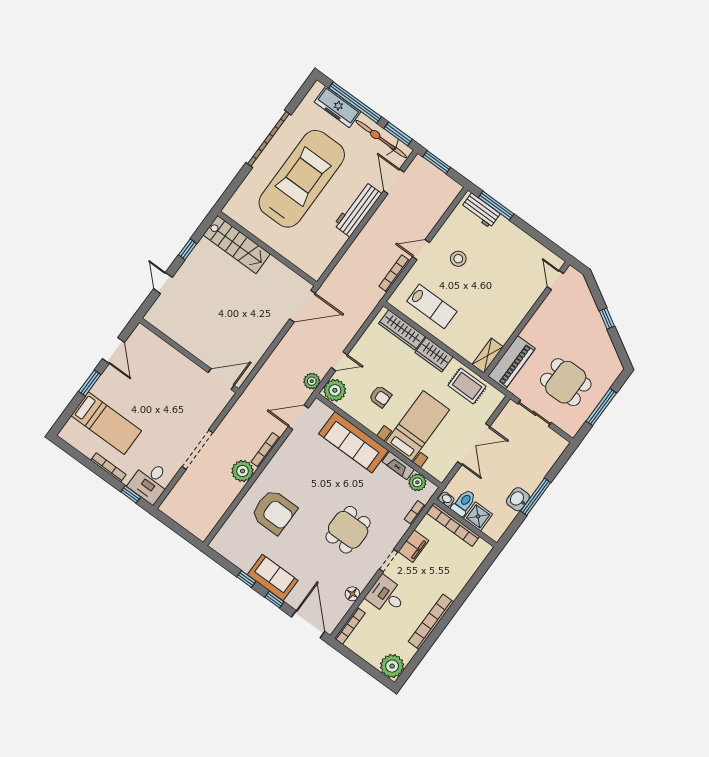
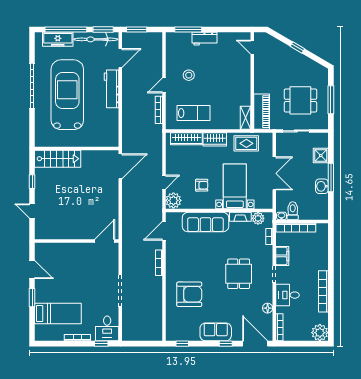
door: (394, 181) -> (120, 58), swing flipped
workbench: (481, 211) -> (205, 39), moved
plant: (312, 381) -> (157, 205), removed
plant: (243, 471) -> (155, 284), removed
shower: (478, 516) -> (321, 156), moved
window: (246, 579) -> (182, 344), moved

